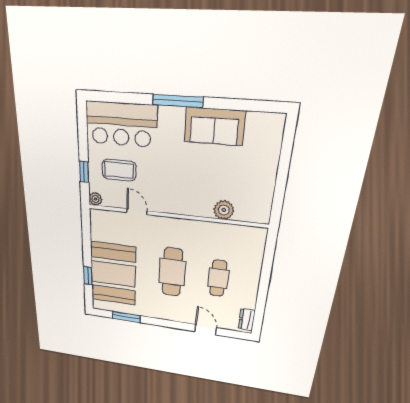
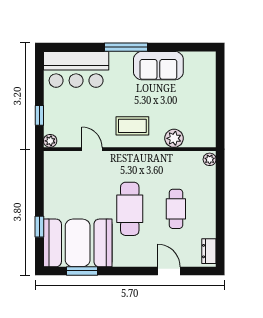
coffee table: (119, 170) -> (132, 126), moved
plant: (260, 236) -> (210, 159), added
booth: (113, 274) -> (78, 243), moved, turned 90

